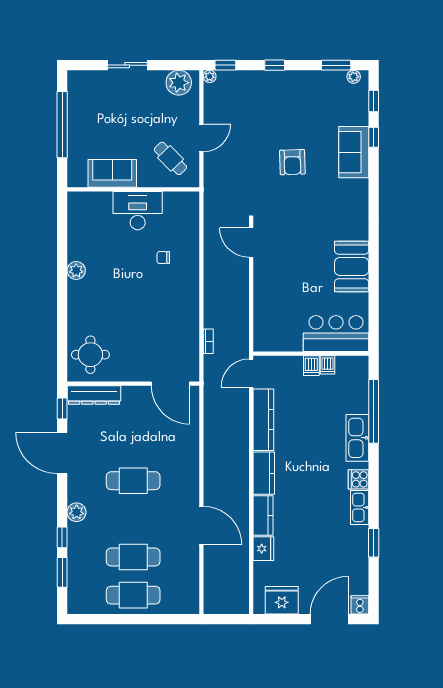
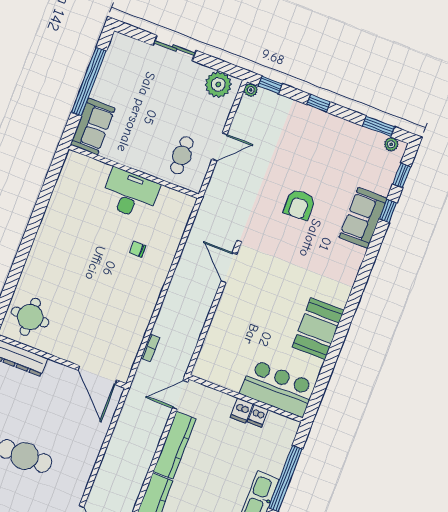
cafe table: (170, 158) -> (182, 155), turned 44
sofa: (112, 173) -> (93, 126), moved, turned 90
plant: (76, 271) -> (48, 229), removed

